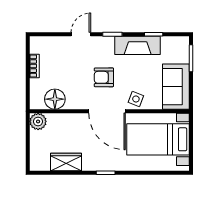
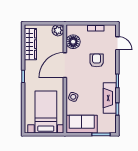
door: (81, 34) -> (117, 43), moved
armchair: (104, 77) -> (97, 60), moved
door: (107, 111) -> (65, 65), moved
wardrobe: (66, 162) -> (30, 44), width x1.50

